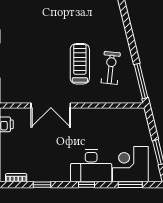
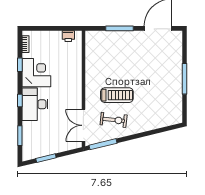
double door: (51, 105) -> (83, 125), moved
corner desk: (130, 164) -> (36, 73), moved

